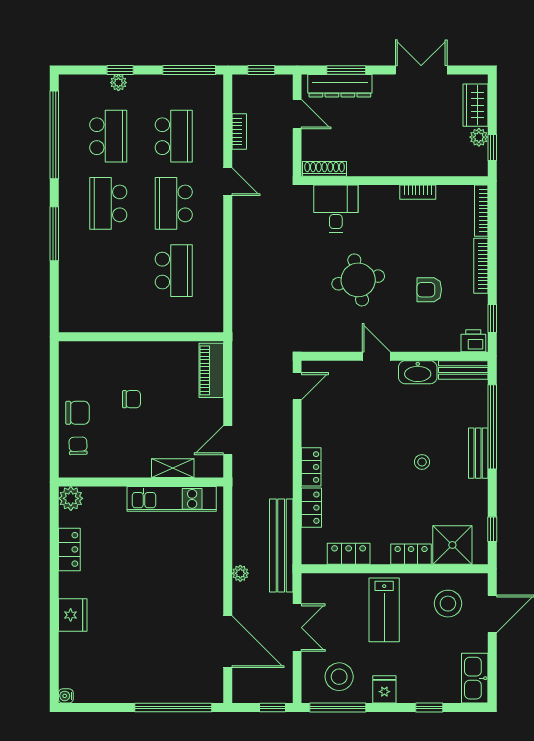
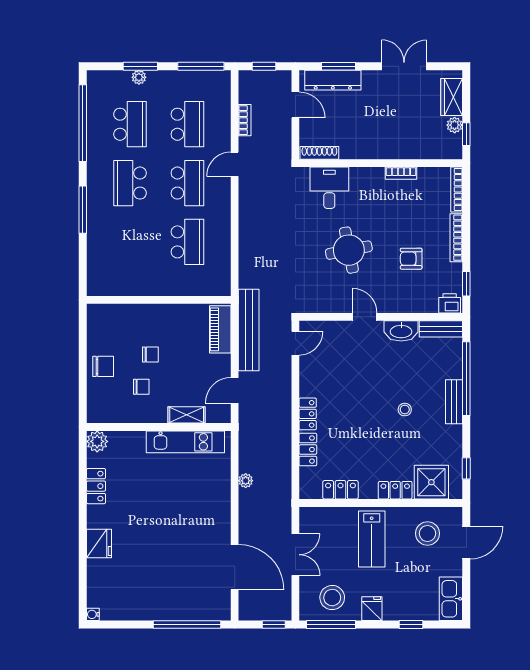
window: (120, 70) -> (140, 66), width x1.50
door: (228, 182) -> (235, 164), swing flipped
school desk: (174, 203) -> (187, 183), turned 180
chair: (78, 446) -> (141, 387), moved, turned 92
bench: (281, 546) -> (249, 330), moved
plant: (240, 573) -> (246, 481), moved

